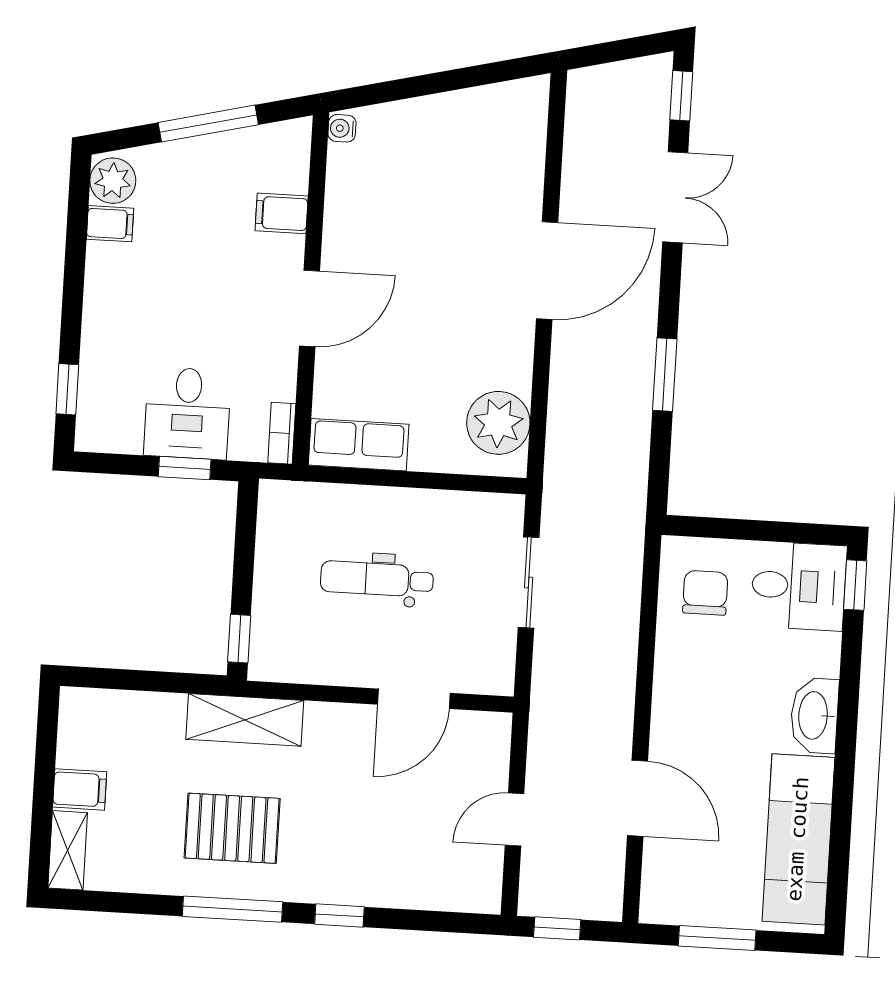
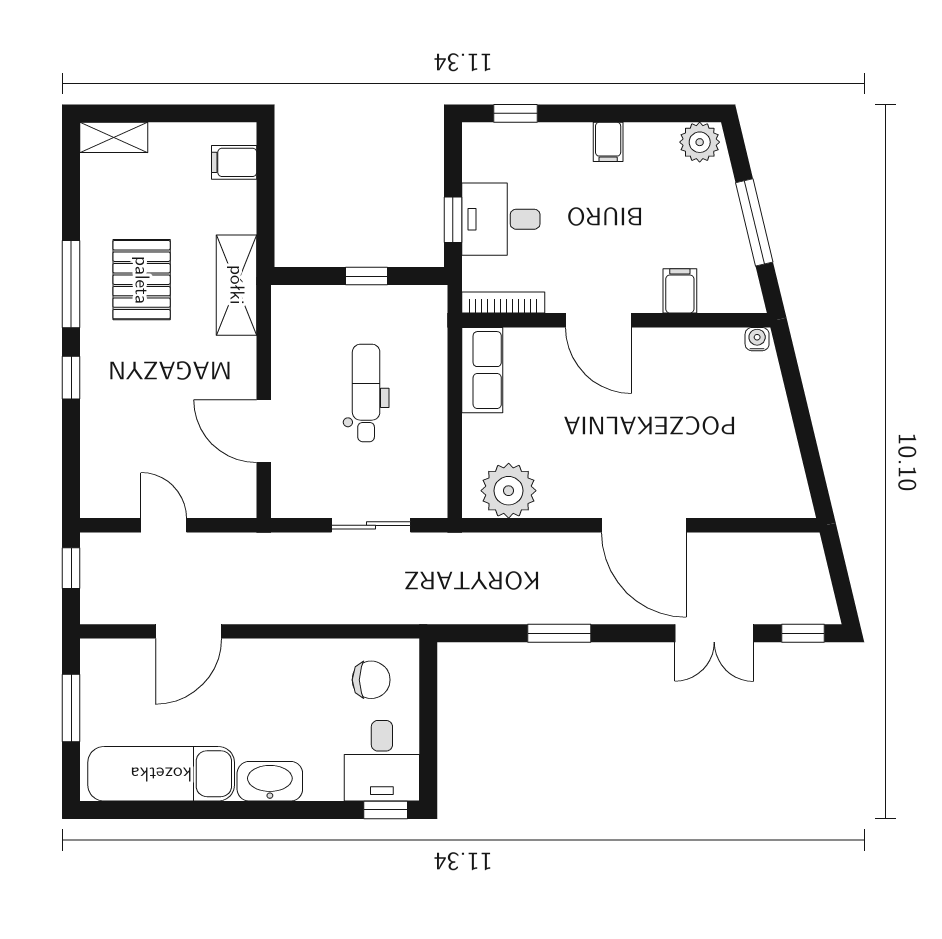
filing cabinet: (110, 224) -> (608, 142), moved
bookcase: (282, 433) -> (503, 303), width x1.56
window: (239, 639) -> (366, 276), moved
filing cabinet: (80, 789) -> (234, 162), moved, turned 90

